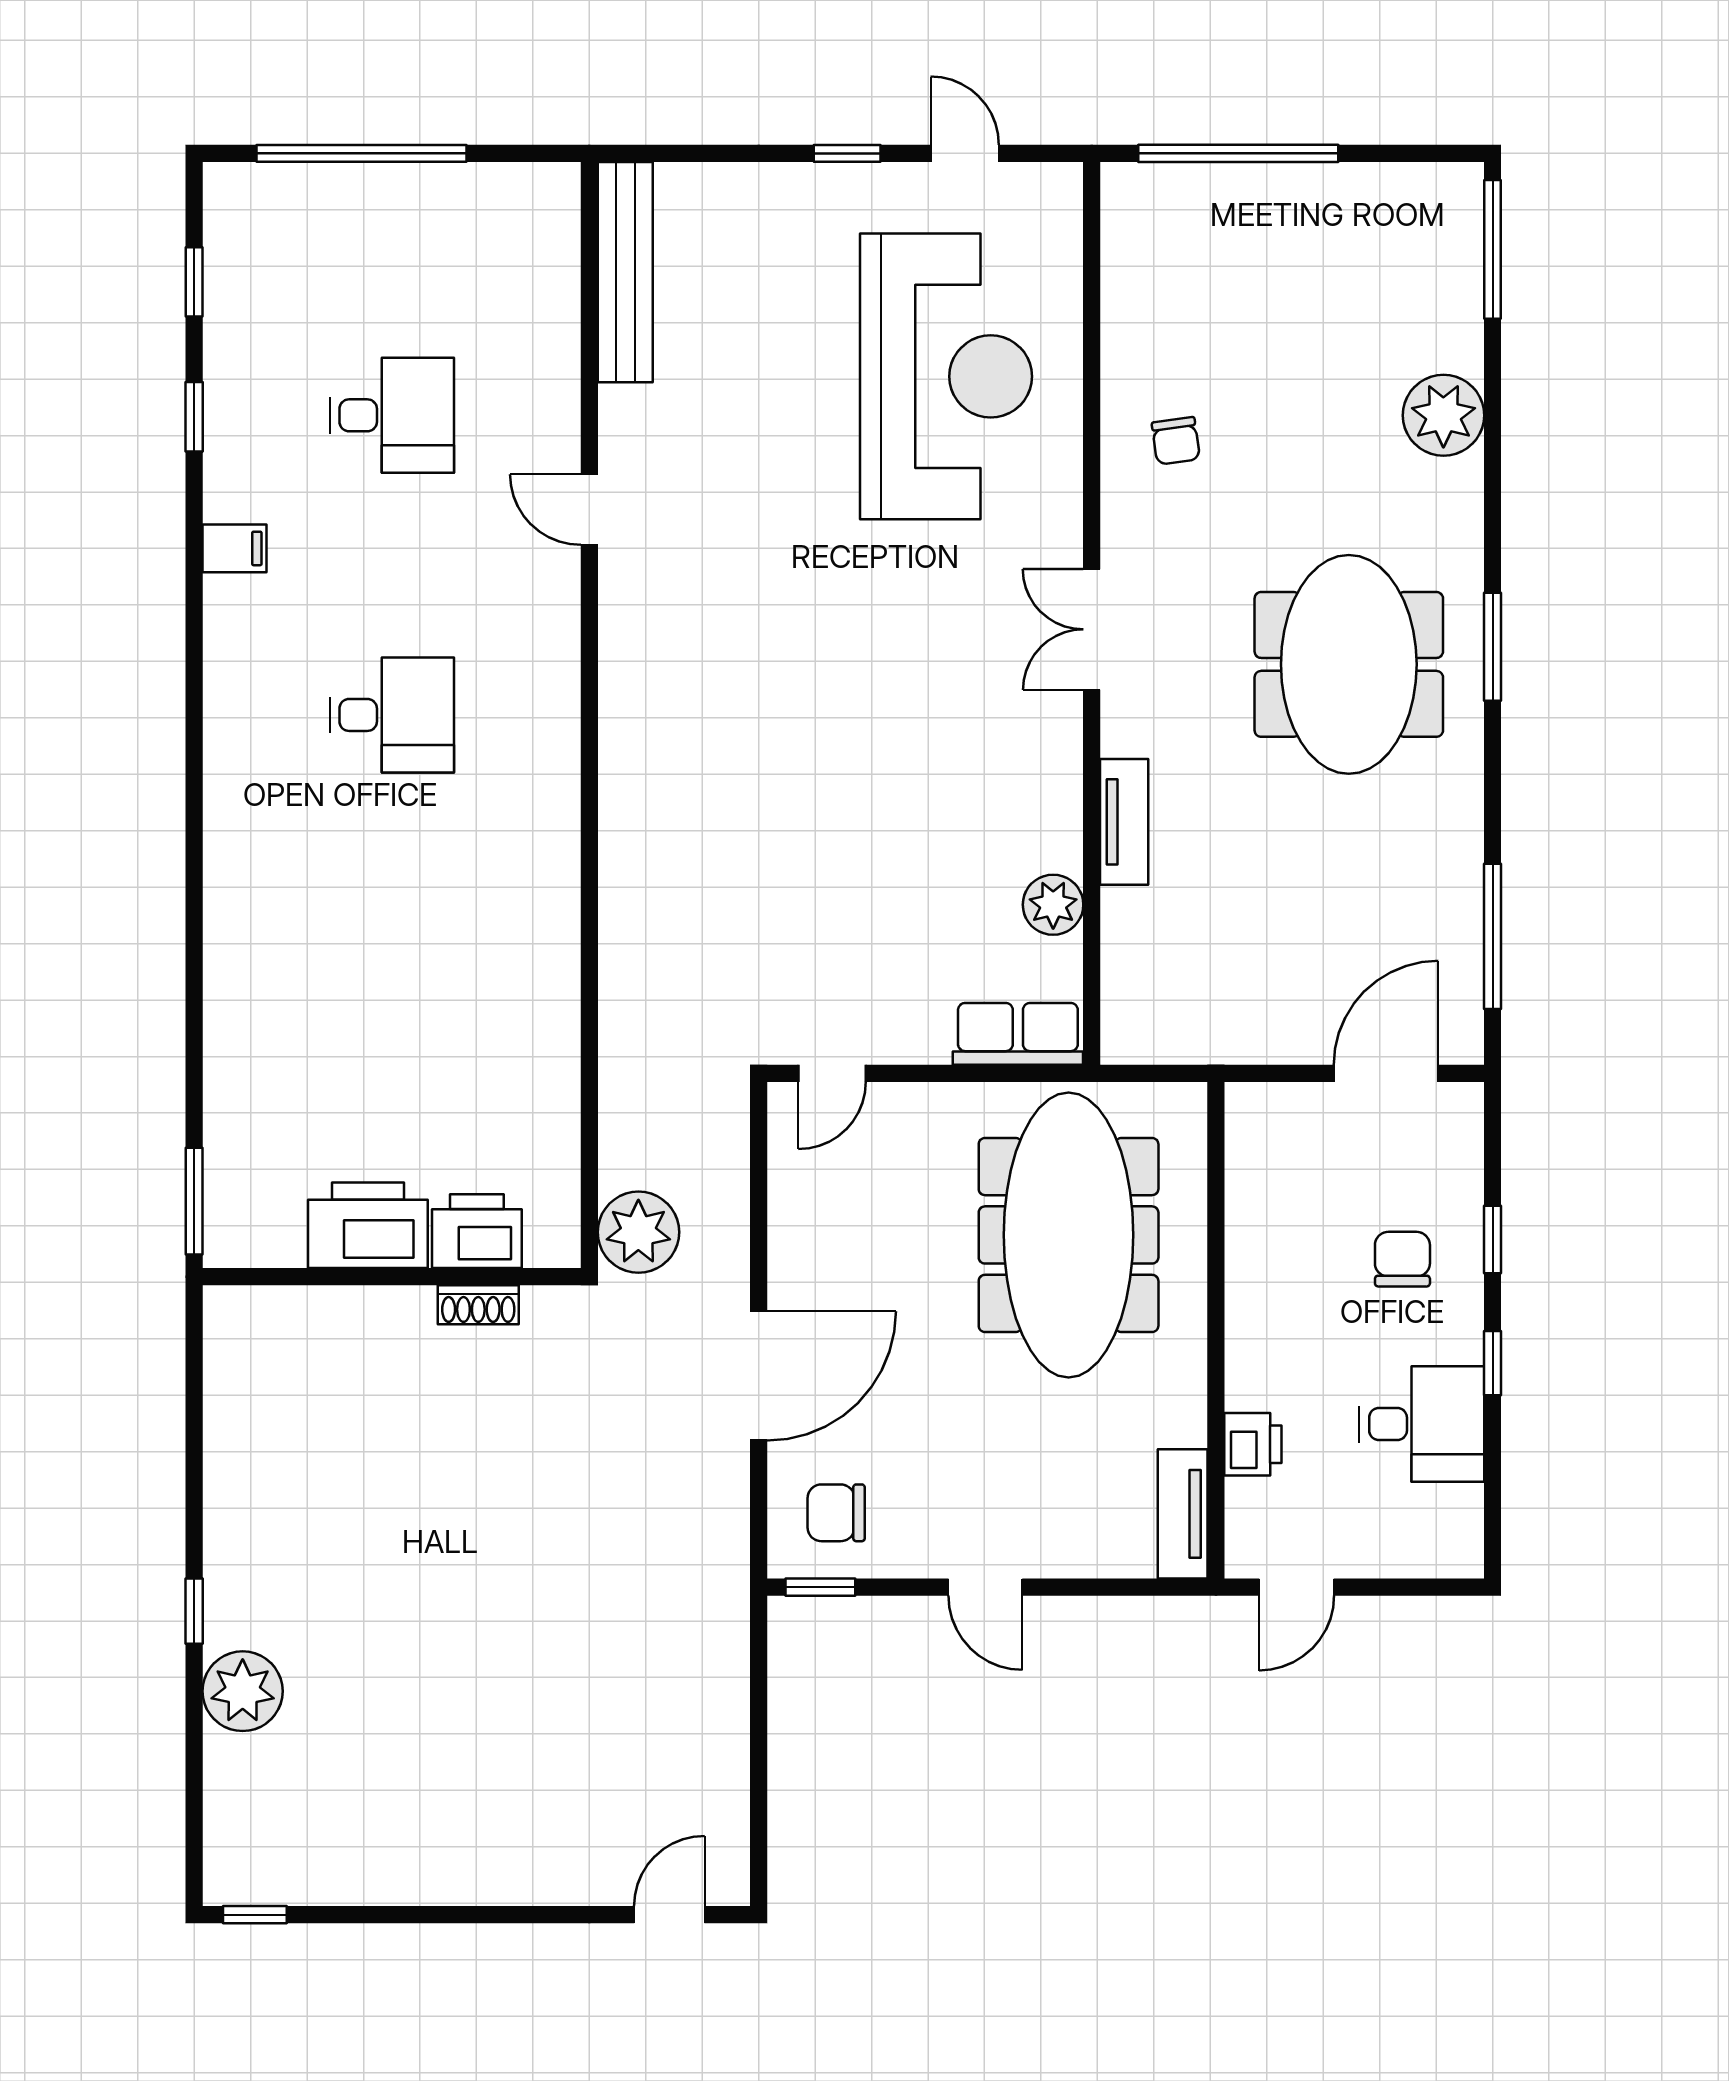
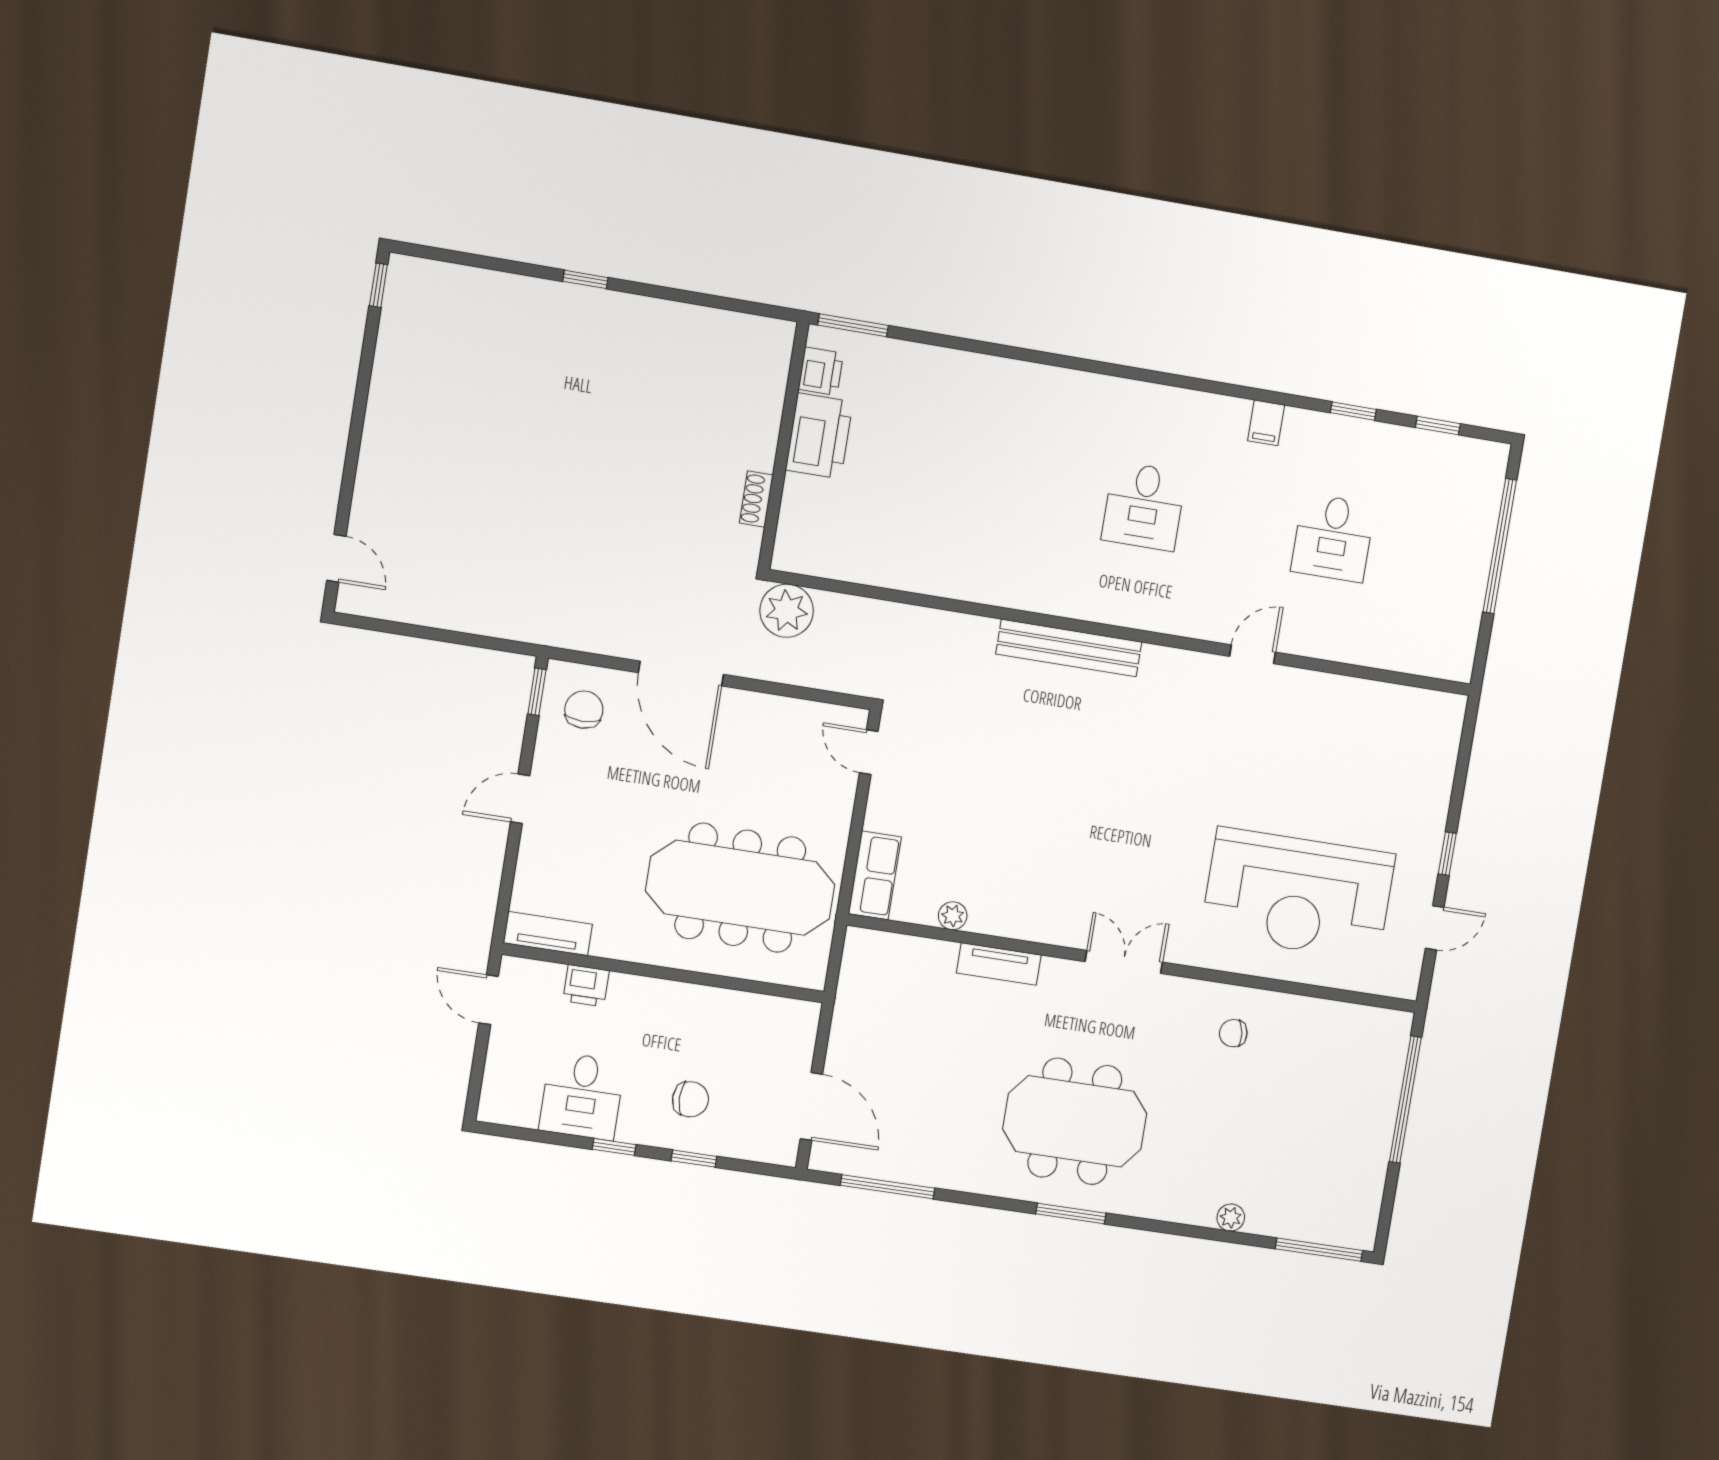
bench: (625, 272) -> (1069, 648), moved
plant: (1443, 415) -> (1231, 1218), width x0.53, depth x0.53
plant: (1053, 905) -> (953, 916), width x0.73, depth x0.73
printer: (477, 1231) -> (821, 371), moved, width x0.73, depth x0.81
plant: (243, 1691) -> (528, 302), removed

